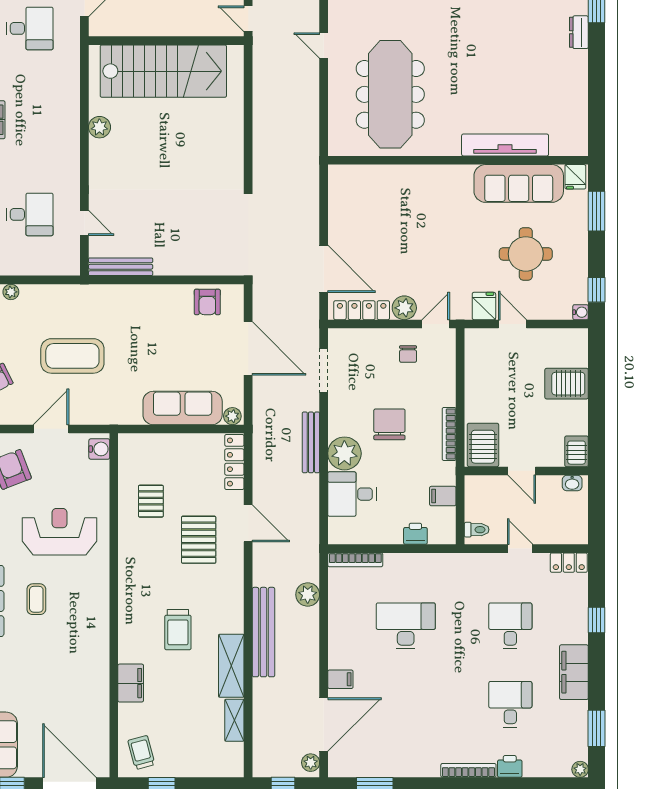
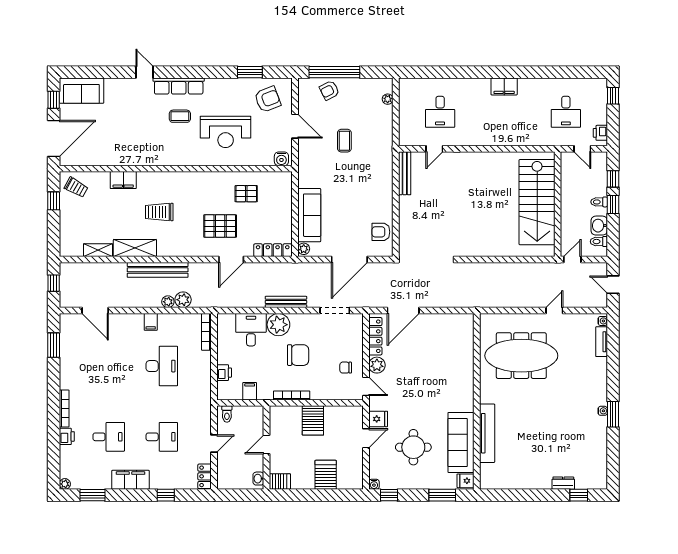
plant: (99, 127) -> (499, 159), removed
coffee table: (72, 356) -> (344, 141), width x0.54, depth x0.58
server rack: (483, 445) -> (313, 420), moved, turned 90
reception desk: (60, 532) -> (226, 132), turned 90
filing cabinet: (340, 679) -> (151, 322), moved
door: (324, 724) -> (95, 311), width x0.73
trolley: (141, 753) -> (76, 187), turned 44
plant: (311, 763) -> (168, 302), moved

